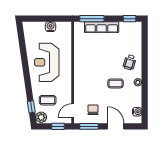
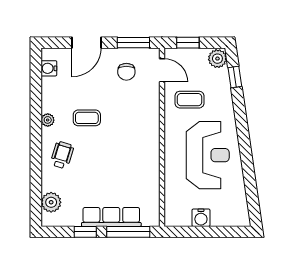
window: (129, 19) -> (85, 232), moved
plant: (136, 35) -> (51, 202), added
coffee table: (48, 100) -> (189, 100), moved
door: (73, 111) -> (162, 70), hinge flipped
door: (116, 126) -> (86, 43), hinge flipped

